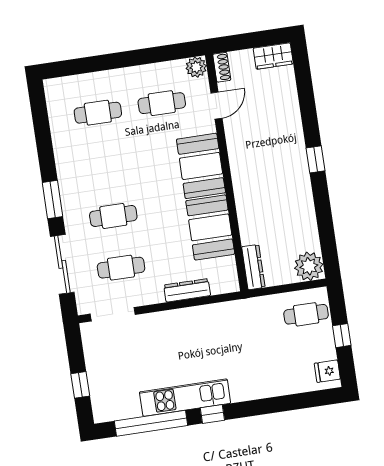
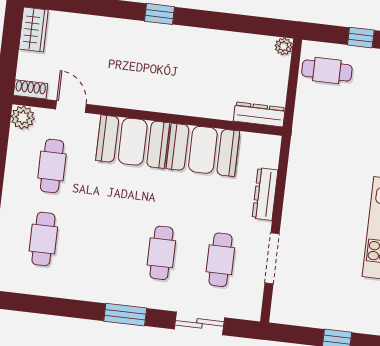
sliding door: (62, 264) -> (199, 323), width x0.73
plant: (309, 266) -> (284, 46), width x0.53, depth x0.53
doorway: (113, 314) -> (272, 258), moved
cafe table: (306, 314) -> (327, 71), turned 90

